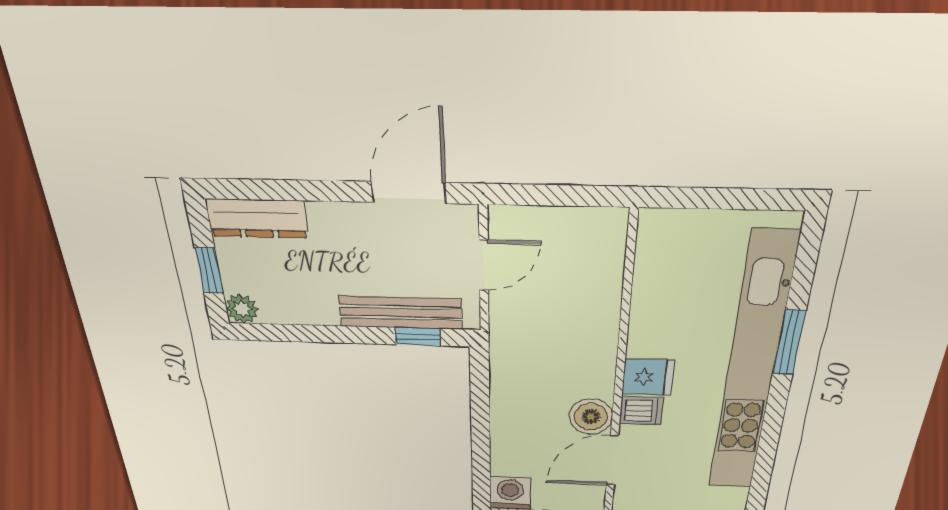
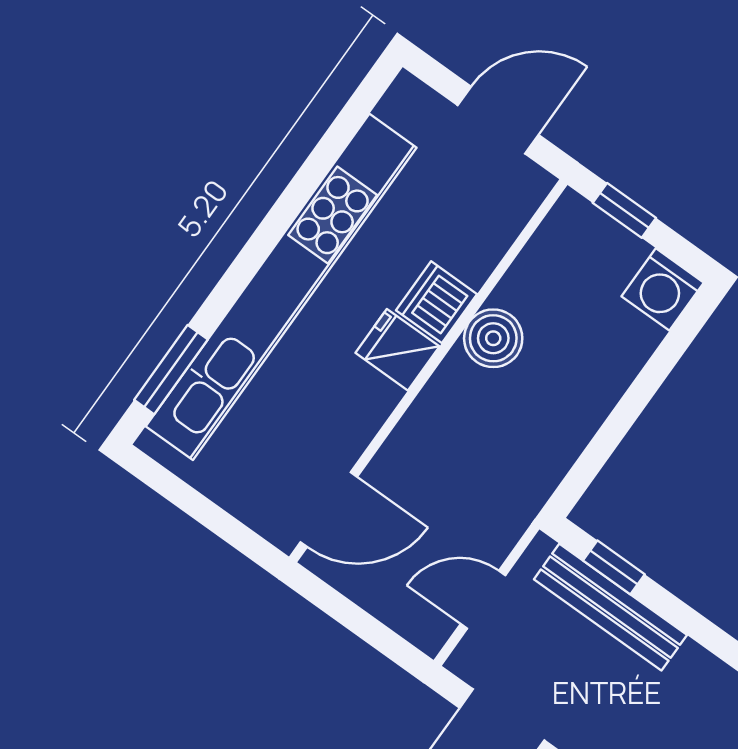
window: (789, 342) -> (171, 370), moved
dishwasher: (641, 411) -> (436, 302), width x1.38
door: (612, 460) -> (329, 510), moved

